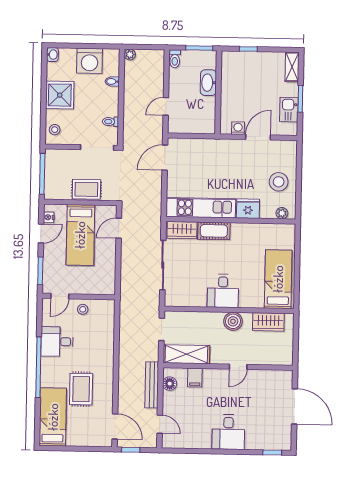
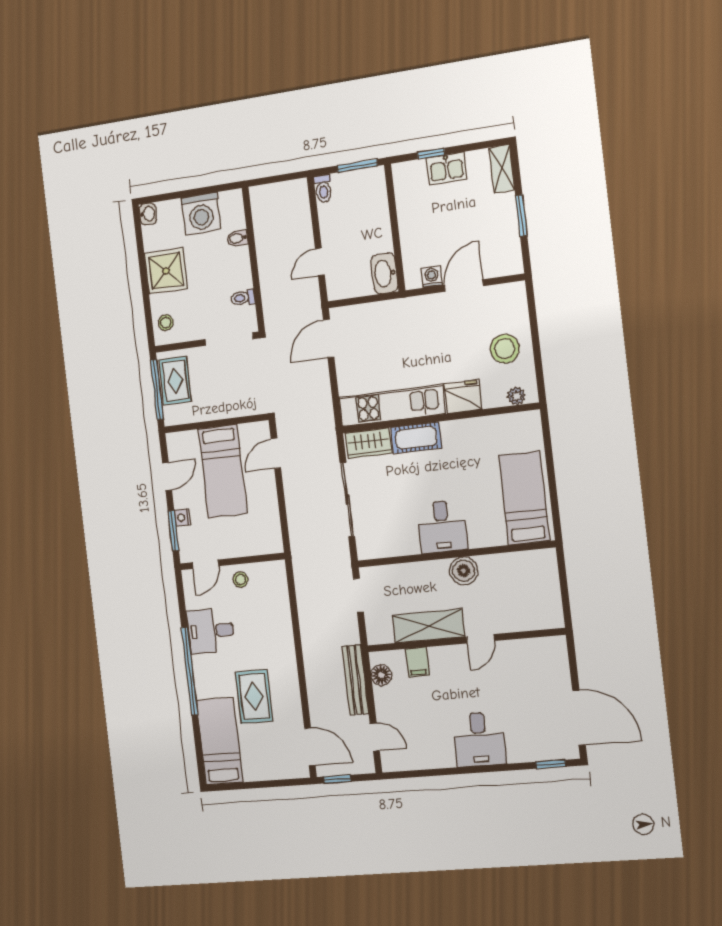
plant: (130, 54) -> (257, 194), removed
washbasin: (208, 83) -> (385, 273), moved
kitchen sink: (289, 110) -> (447, 168), moved, turned -90
rug: (86, 189) -> (175, 381), moved, turned 90
nightstand: (49, 217) -> (182, 518), moved
wardrobe: (268, 322) -> (518, 565), removed
shelving: (186, 354) -> (429, 626), moved
door: (294, 406) -> (579, 718), moved

